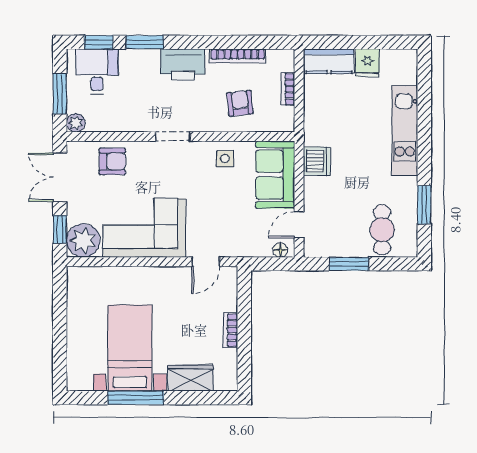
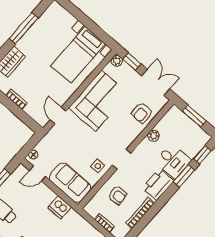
desk: (97, 72) -> (173, 161), moved
plant: (76, 123) -> (153, 136), moved
doorway: (173, 137) -> (122, 159), moved
door: (299, 225) -> (37, 173), swing flipped
plant: (83, 241) -> (117, 61), width x0.53, depth x0.53
bed with nightstands: (130, 348) -> (78, 55), moved, turned 90

